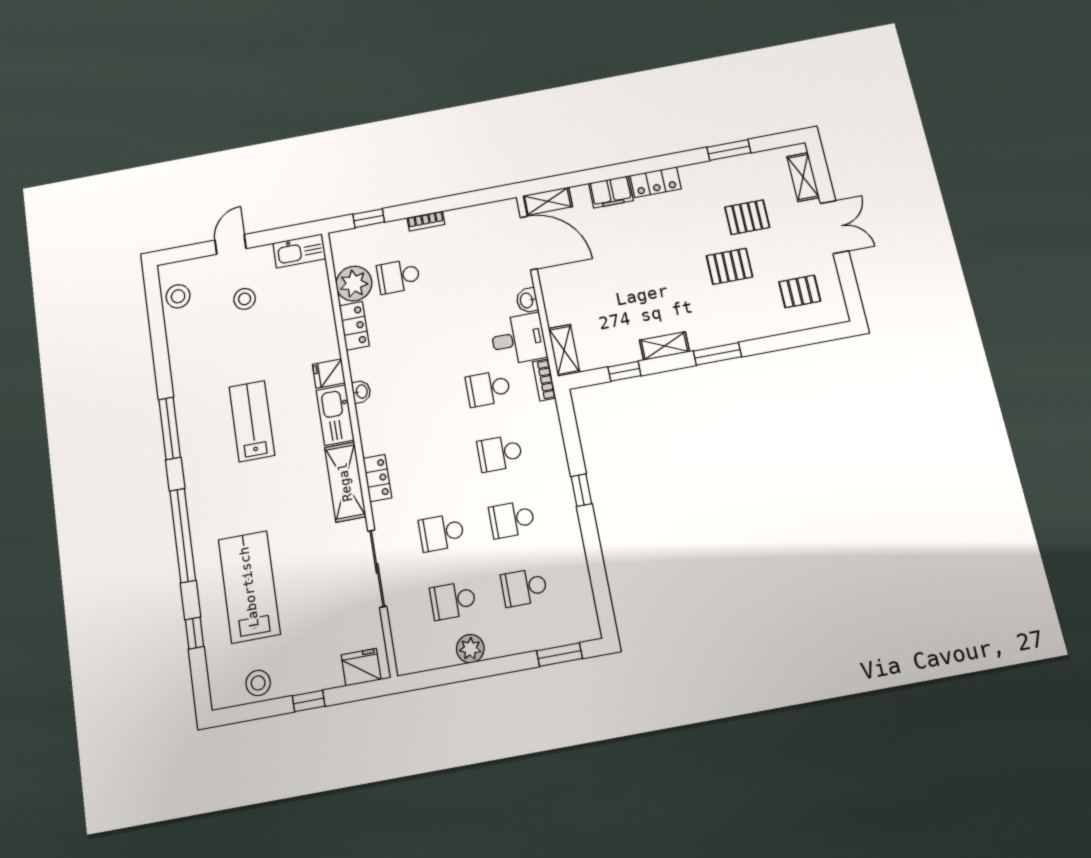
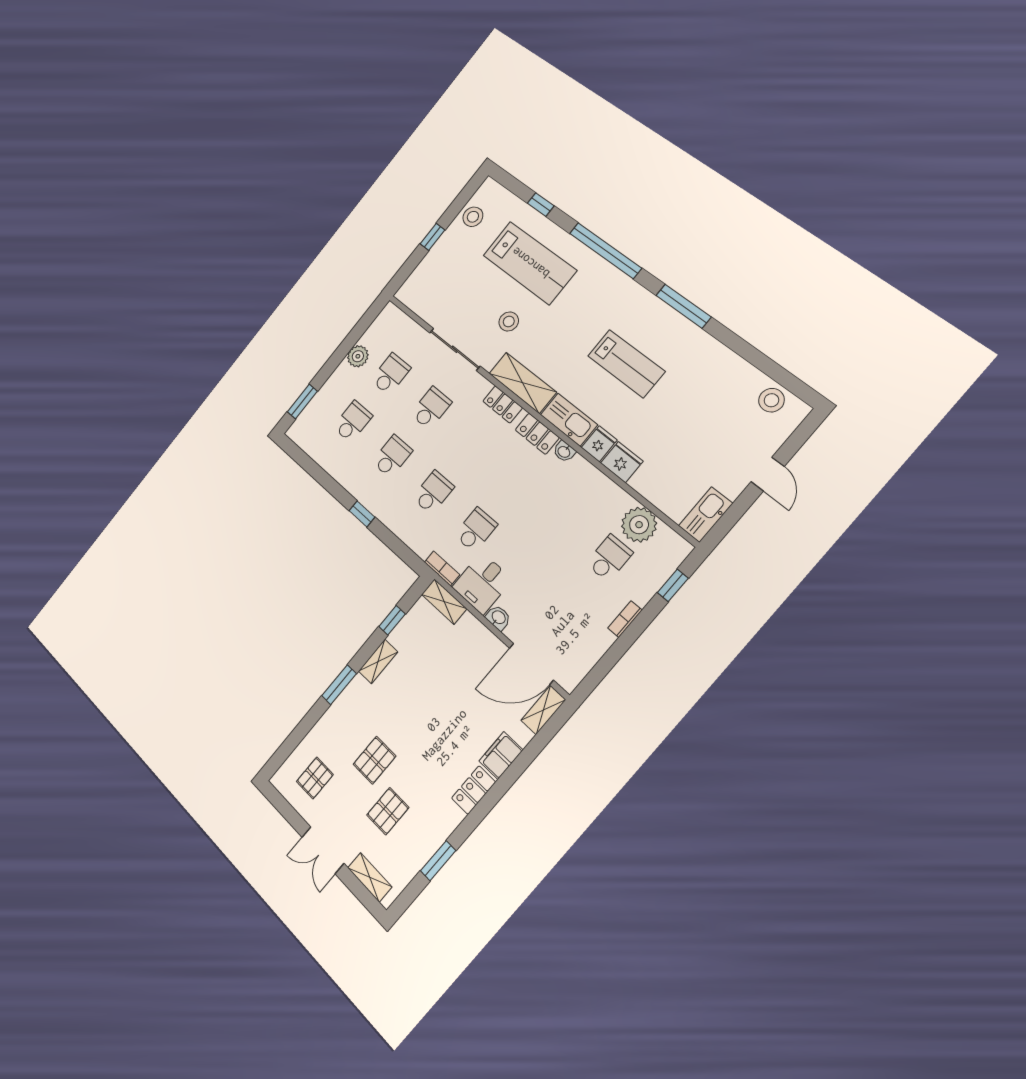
stool: (245, 299) -> (509, 321), moved
locker: (354, 326) -> (537, 434), moved
fridge: (361, 667) -> (622, 462), moved, turned -90

